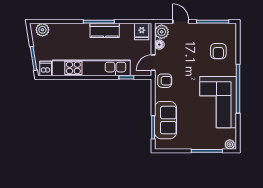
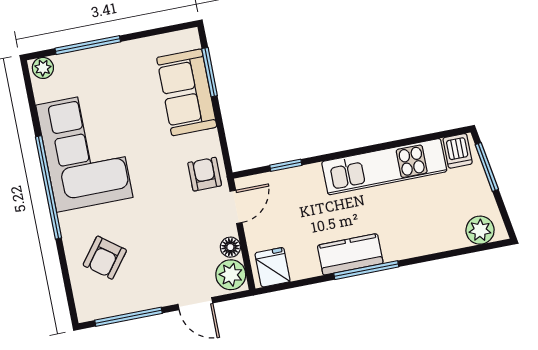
armchair: (218, 51) -> (105, 258), turned -143
kitchen unit: (91, 68) -> (384, 167), width x0.73
armchair: (165, 81) -> (205, 174), turned 90

